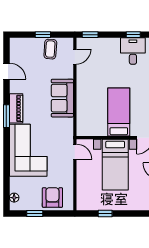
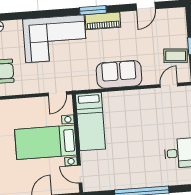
door: (75, 57) -> (169, 85), swing flipped
bed: (119, 112) -> (90, 122), moved, turned 90

